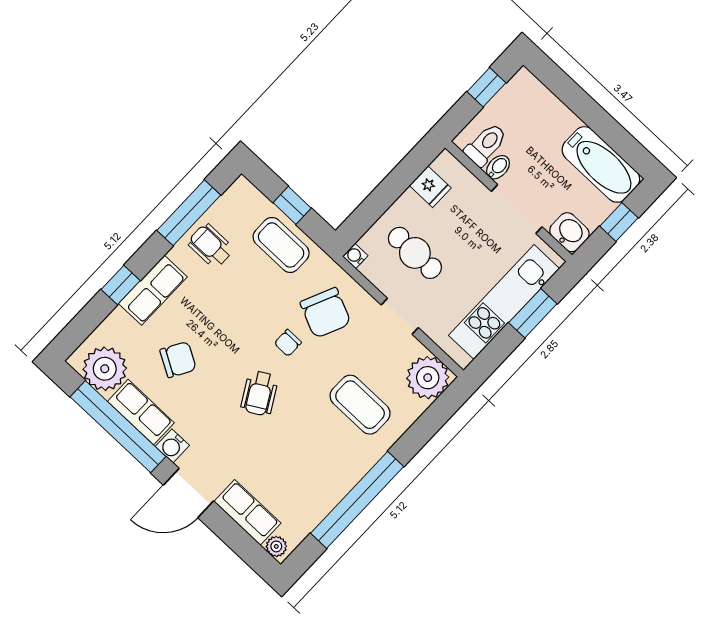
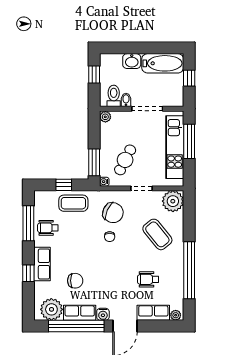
plant: (445, 164) -> (105, 117), added
fridge: (430, 187) -> (108, 130), removed
window: (367, 214) -> (94, 162), added
washbasin: (569, 232) -> (132, 61), moved, turned 180
cafe table: (415, 253) -> (125, 160), turned -63
window: (533, 313) -> (189, 141), width x1.44
chair: (178, 360) -> (75, 281), turned 60
wheelchair: (260, 393) -> (148, 279), moved, turned 120
coffee table: (360, 405) -> (157, 234), turned 51

